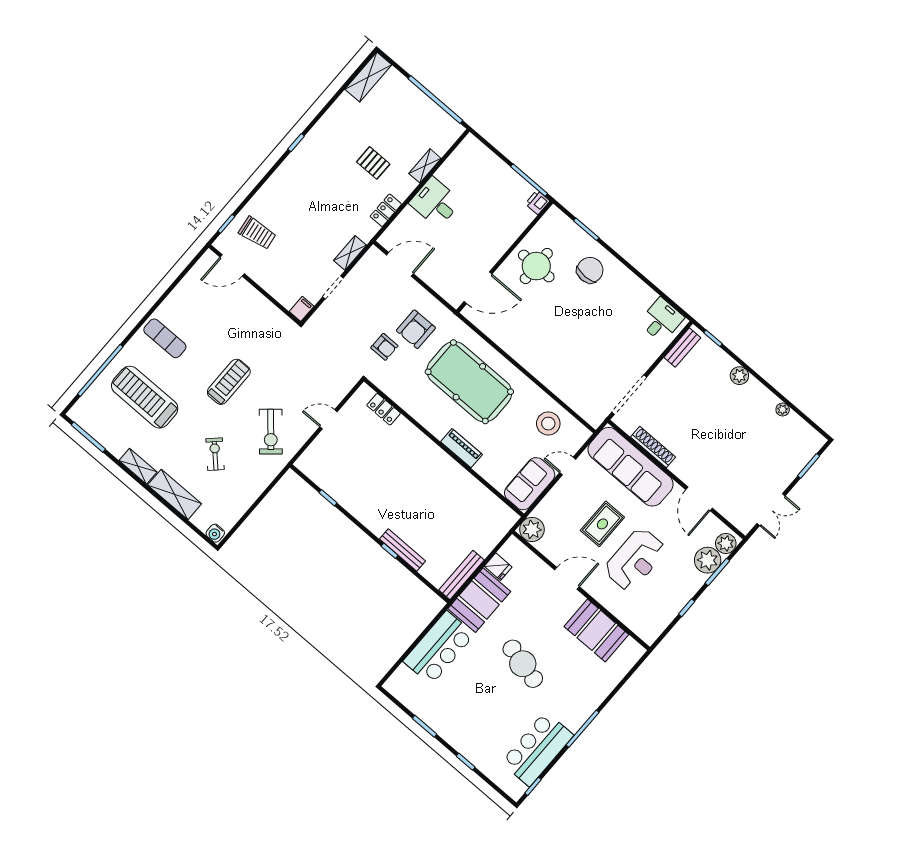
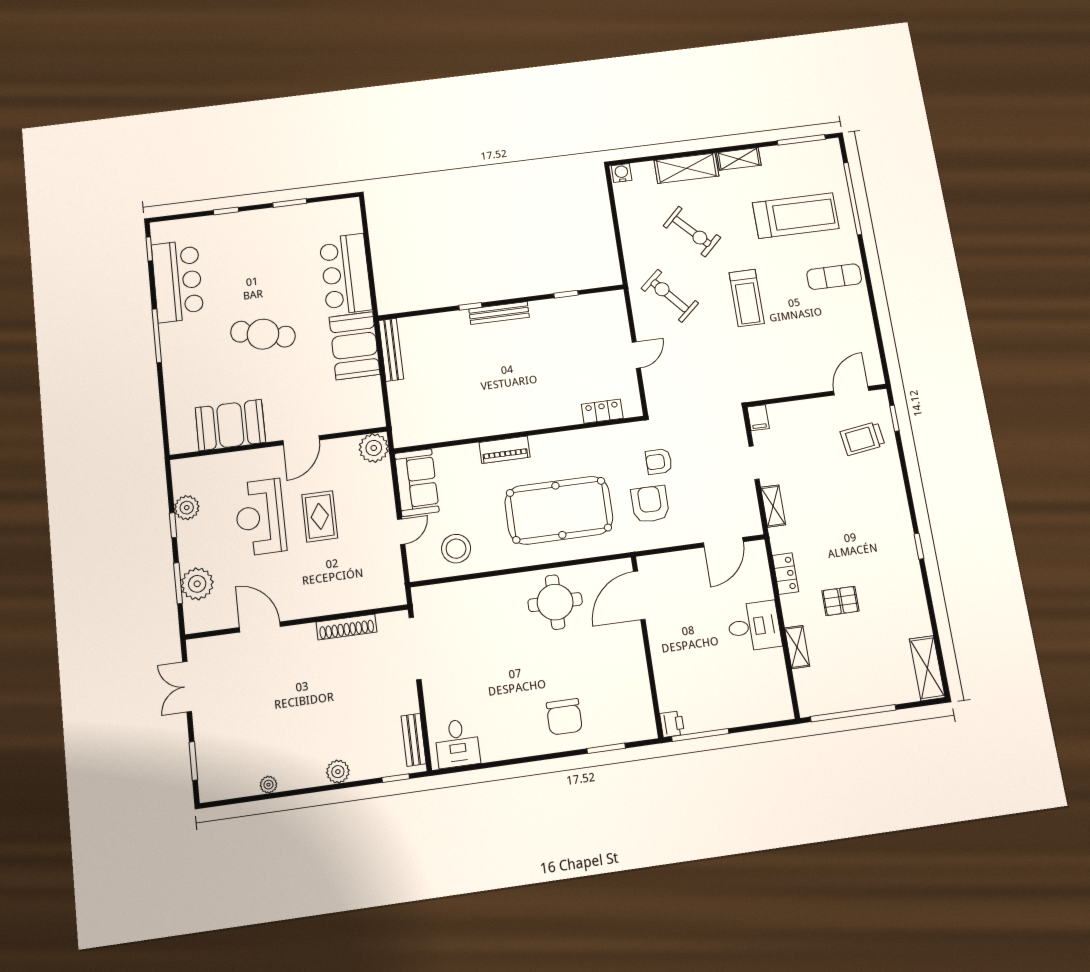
round table: (536, 266) -> (555, 602), moved
exercise bike: (215, 454) -> (692, 232), width x1.38, depth x1.39
sofa: (631, 467) -> (348, 589), removed
plant: (726, 543) -> (187, 508), moved
bench: (402, 550) -> (499, 313), moved
fridge: (498, 567) -> (369, 388), removed

